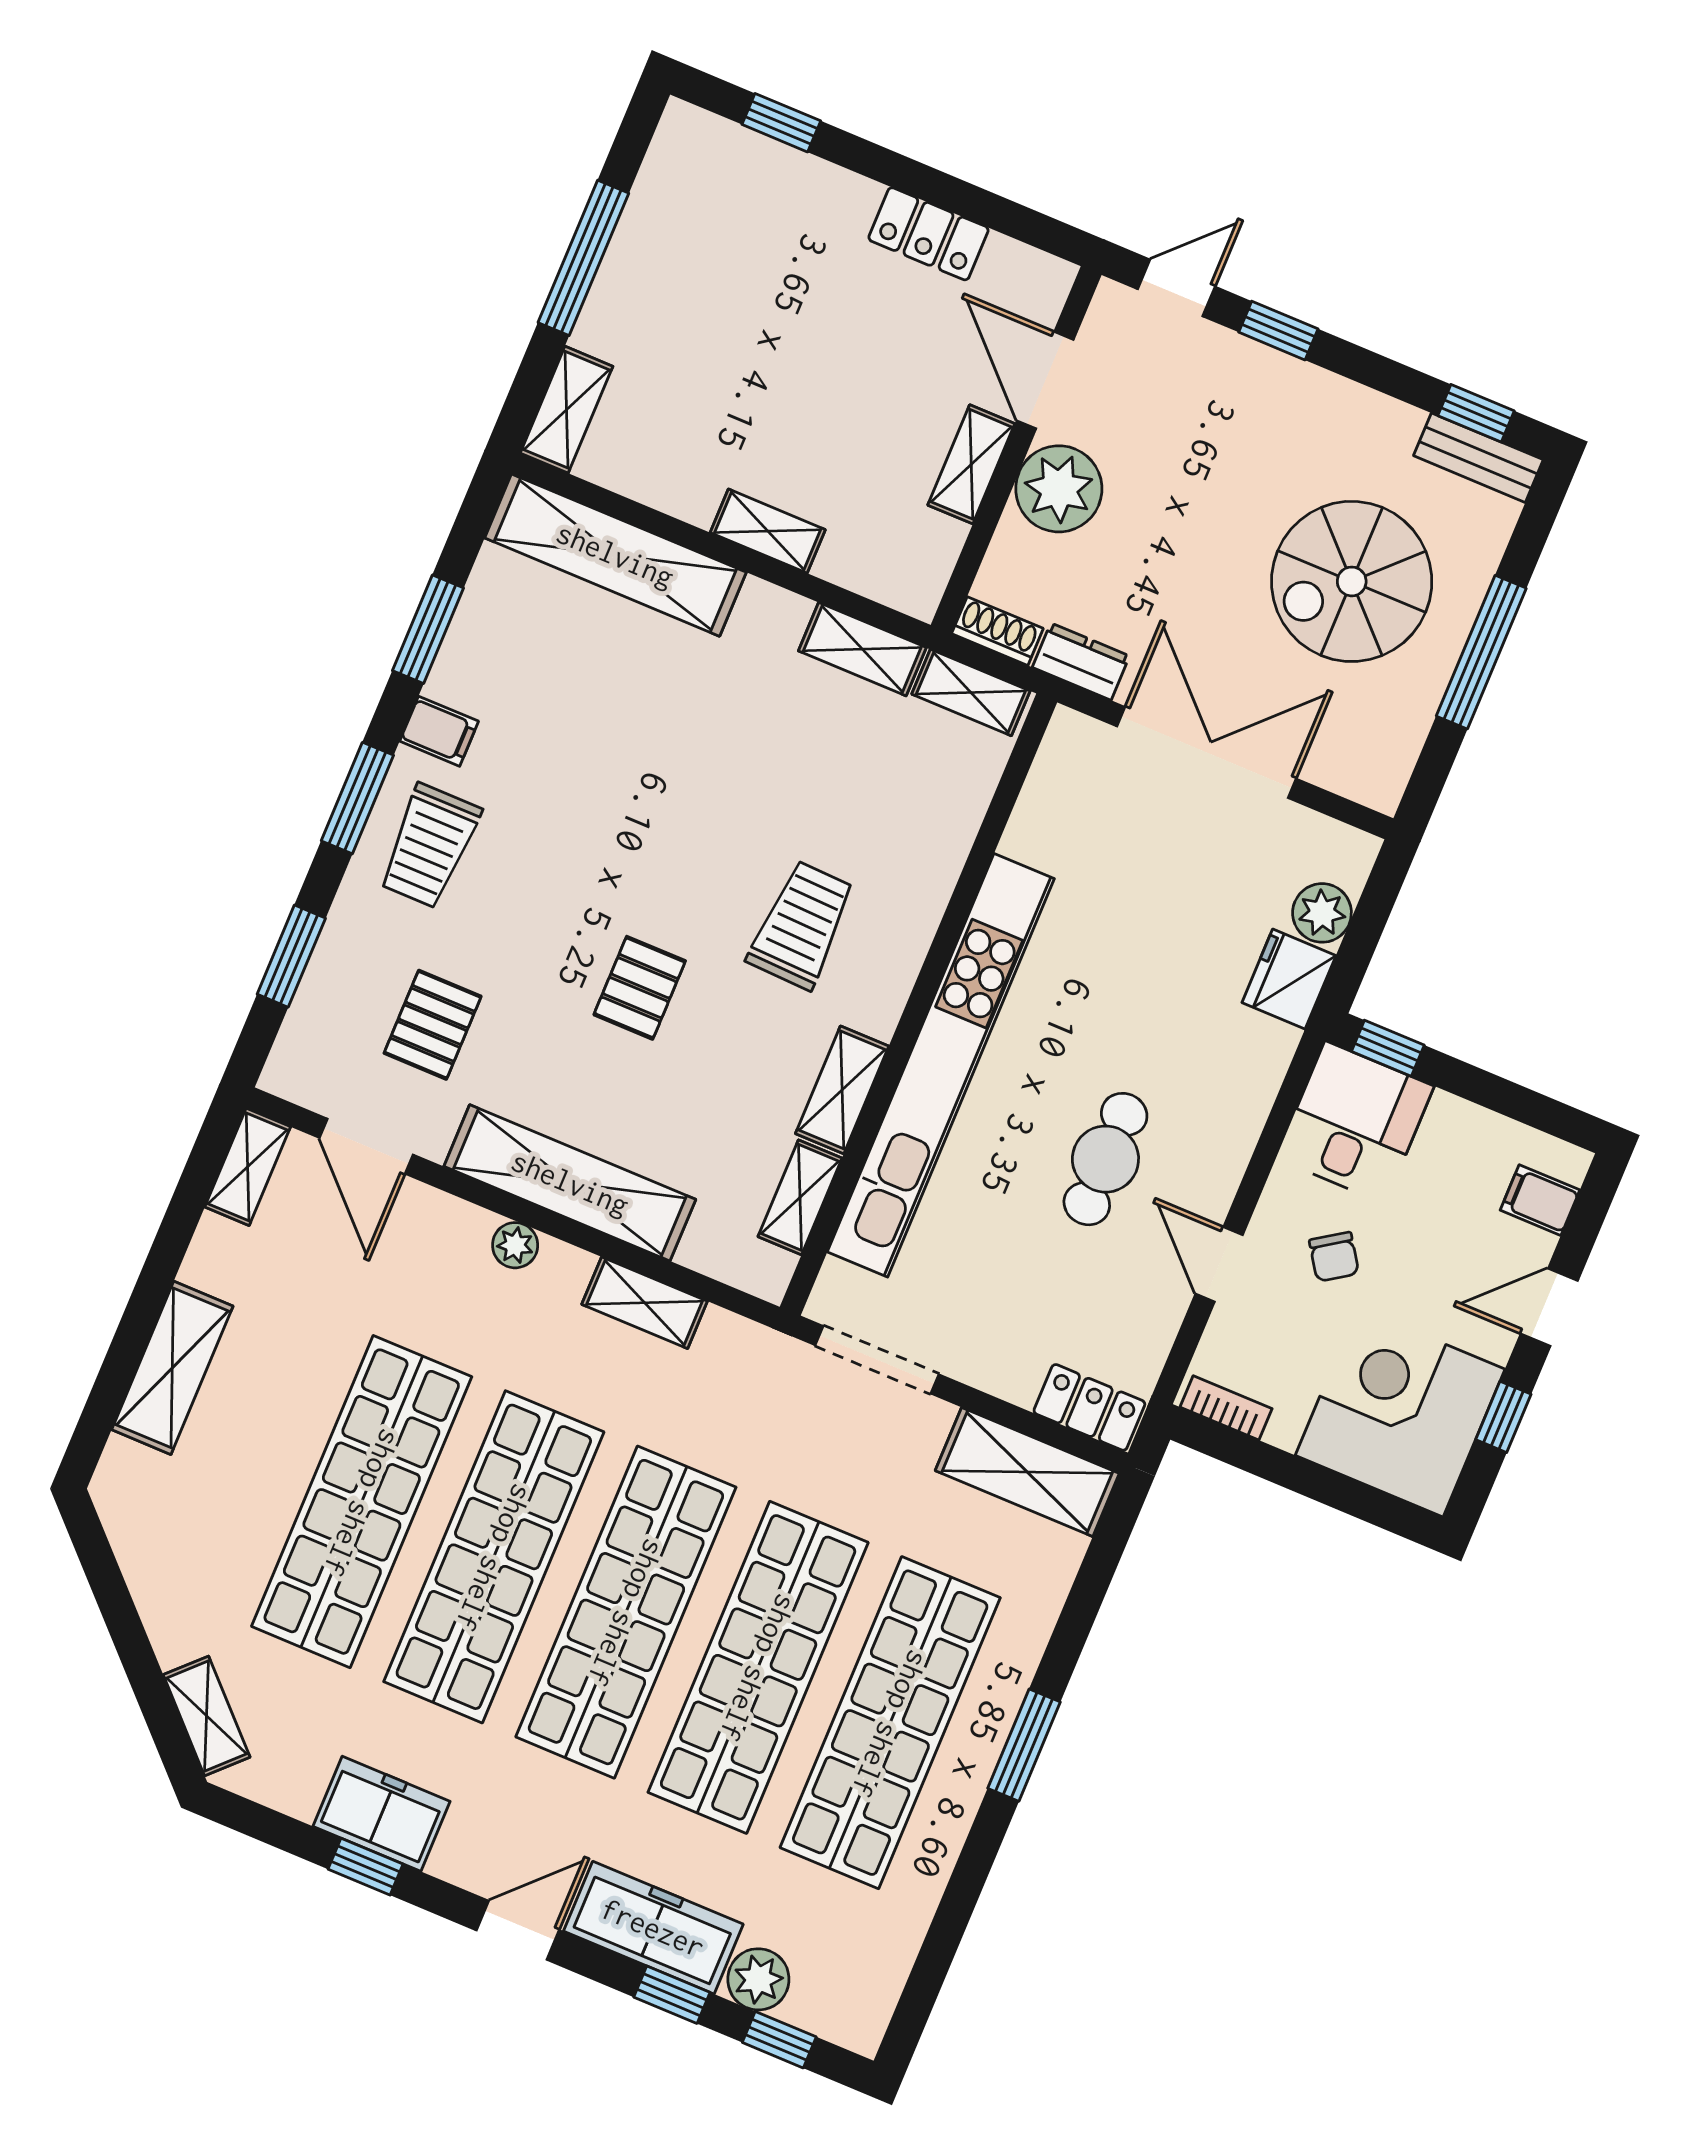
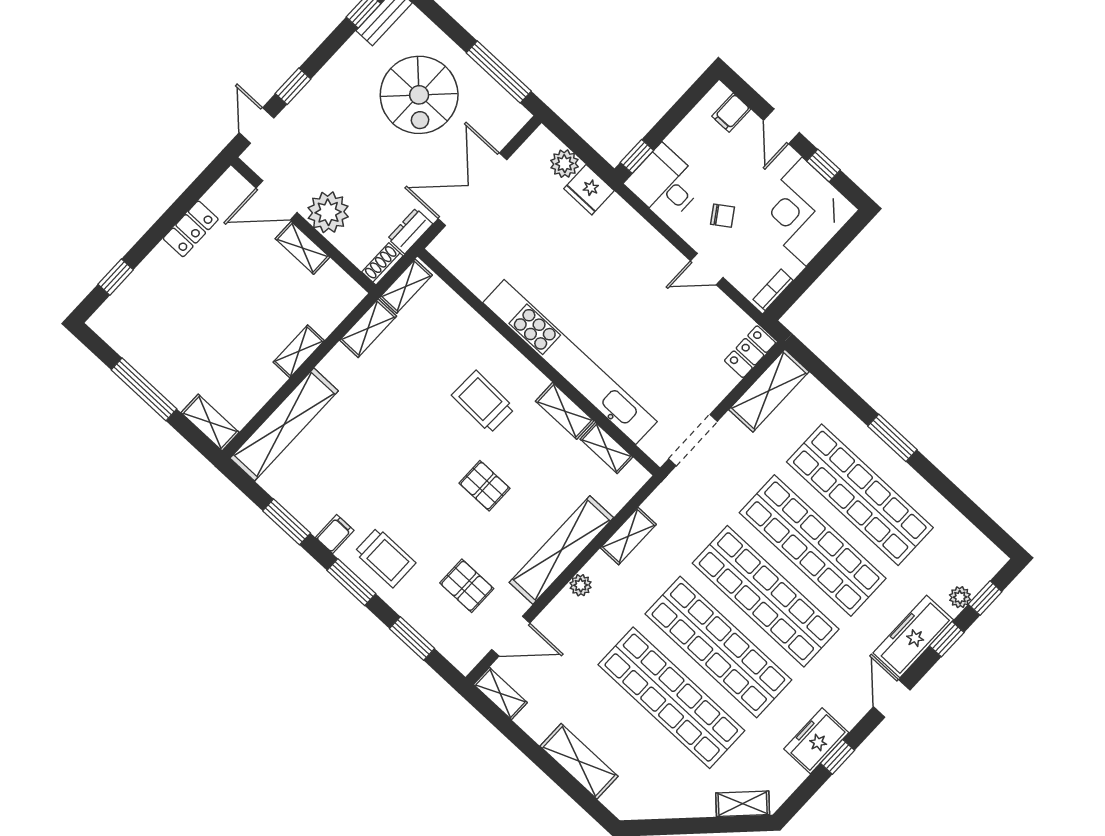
window: (1481, 652) -> (499, 72), moved
cafe table: (1105, 1159) -> (640, 303), removed
plant: (758, 1979) -> (960, 597), width x0.73, depth x0.73

